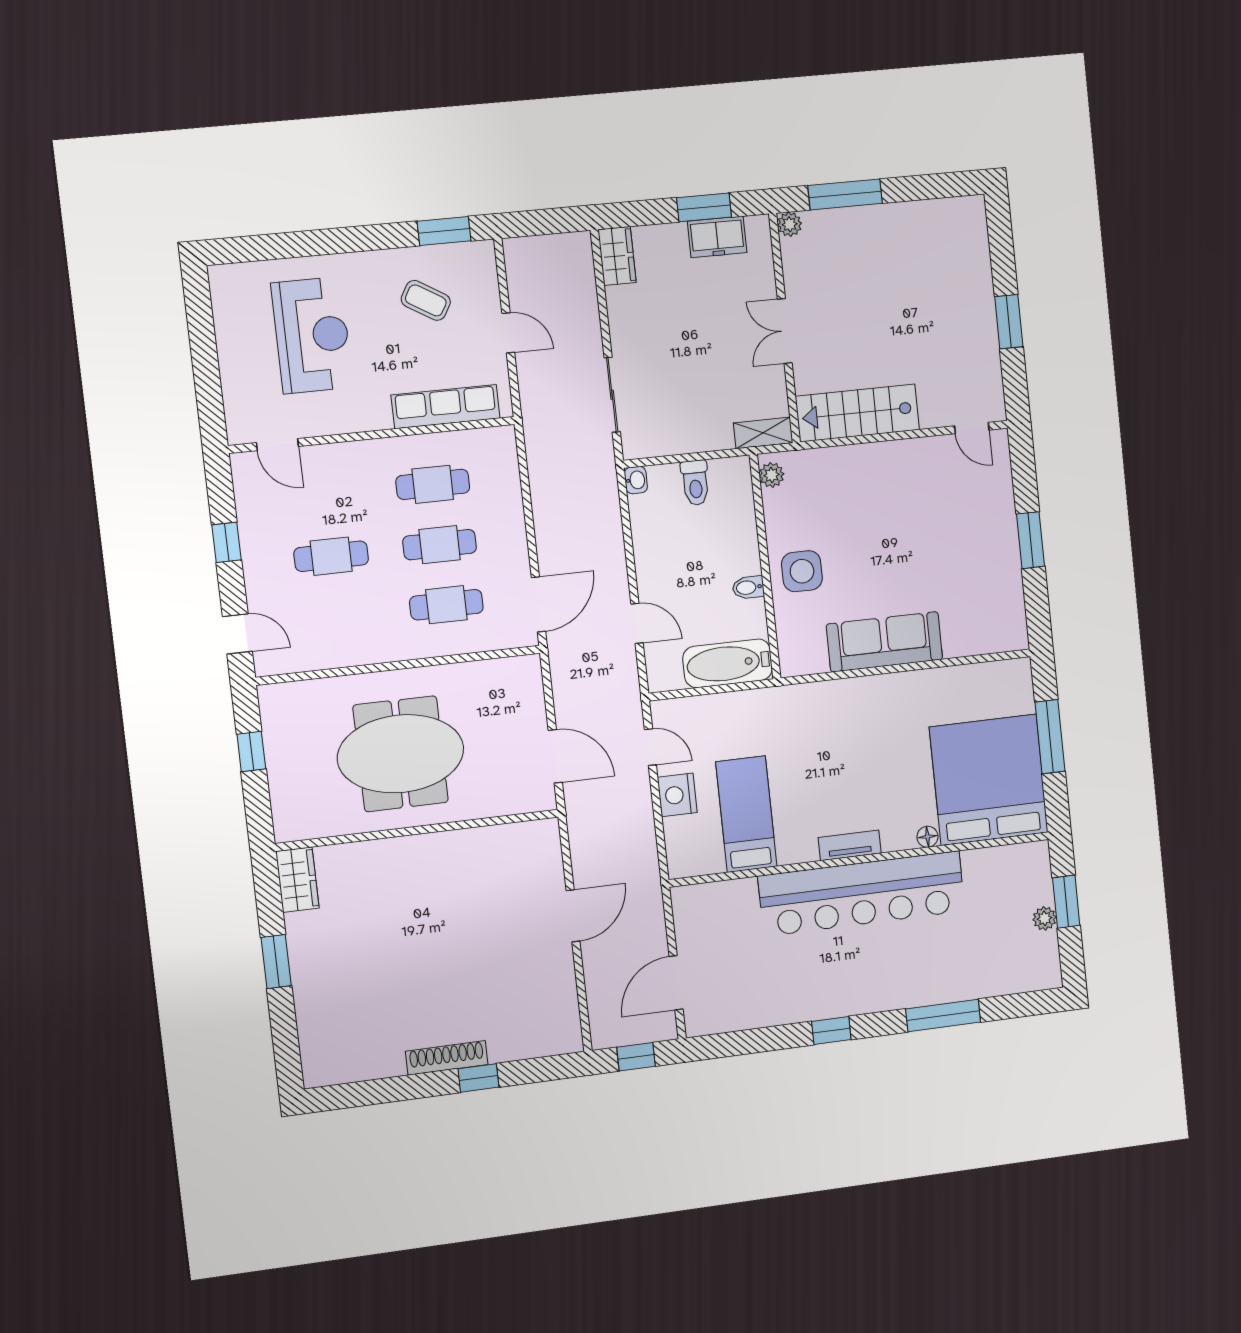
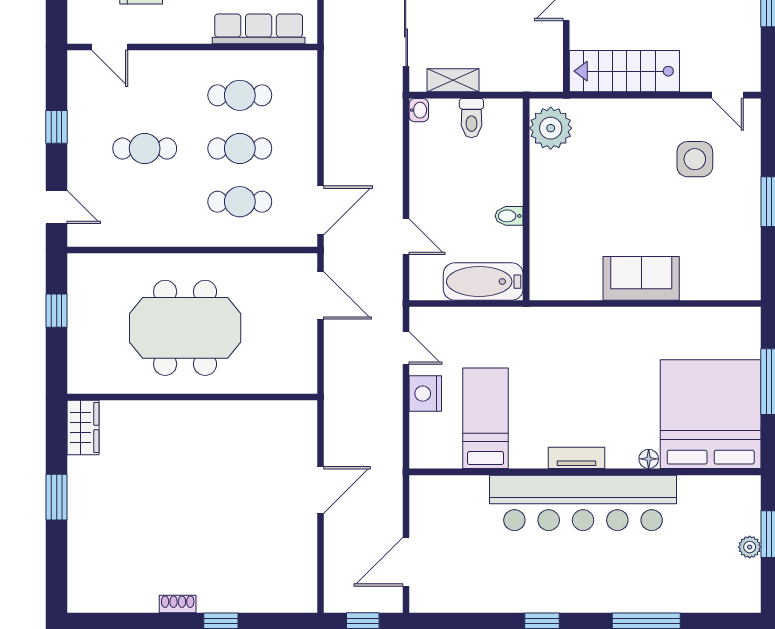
shelving: (763, 433) -> (453, 80), moved
plant: (772, 475) -> (551, 128), width x1.88, depth x1.88
side table: (802, 571) -> (695, 159), moved
sofa: (884, 642) -> (641, 278), width x0.73
door: (555, 756) -> (320, 295), moved
shoe rack: (447, 1058) -> (178, 604), width x0.51, depth x0.81

